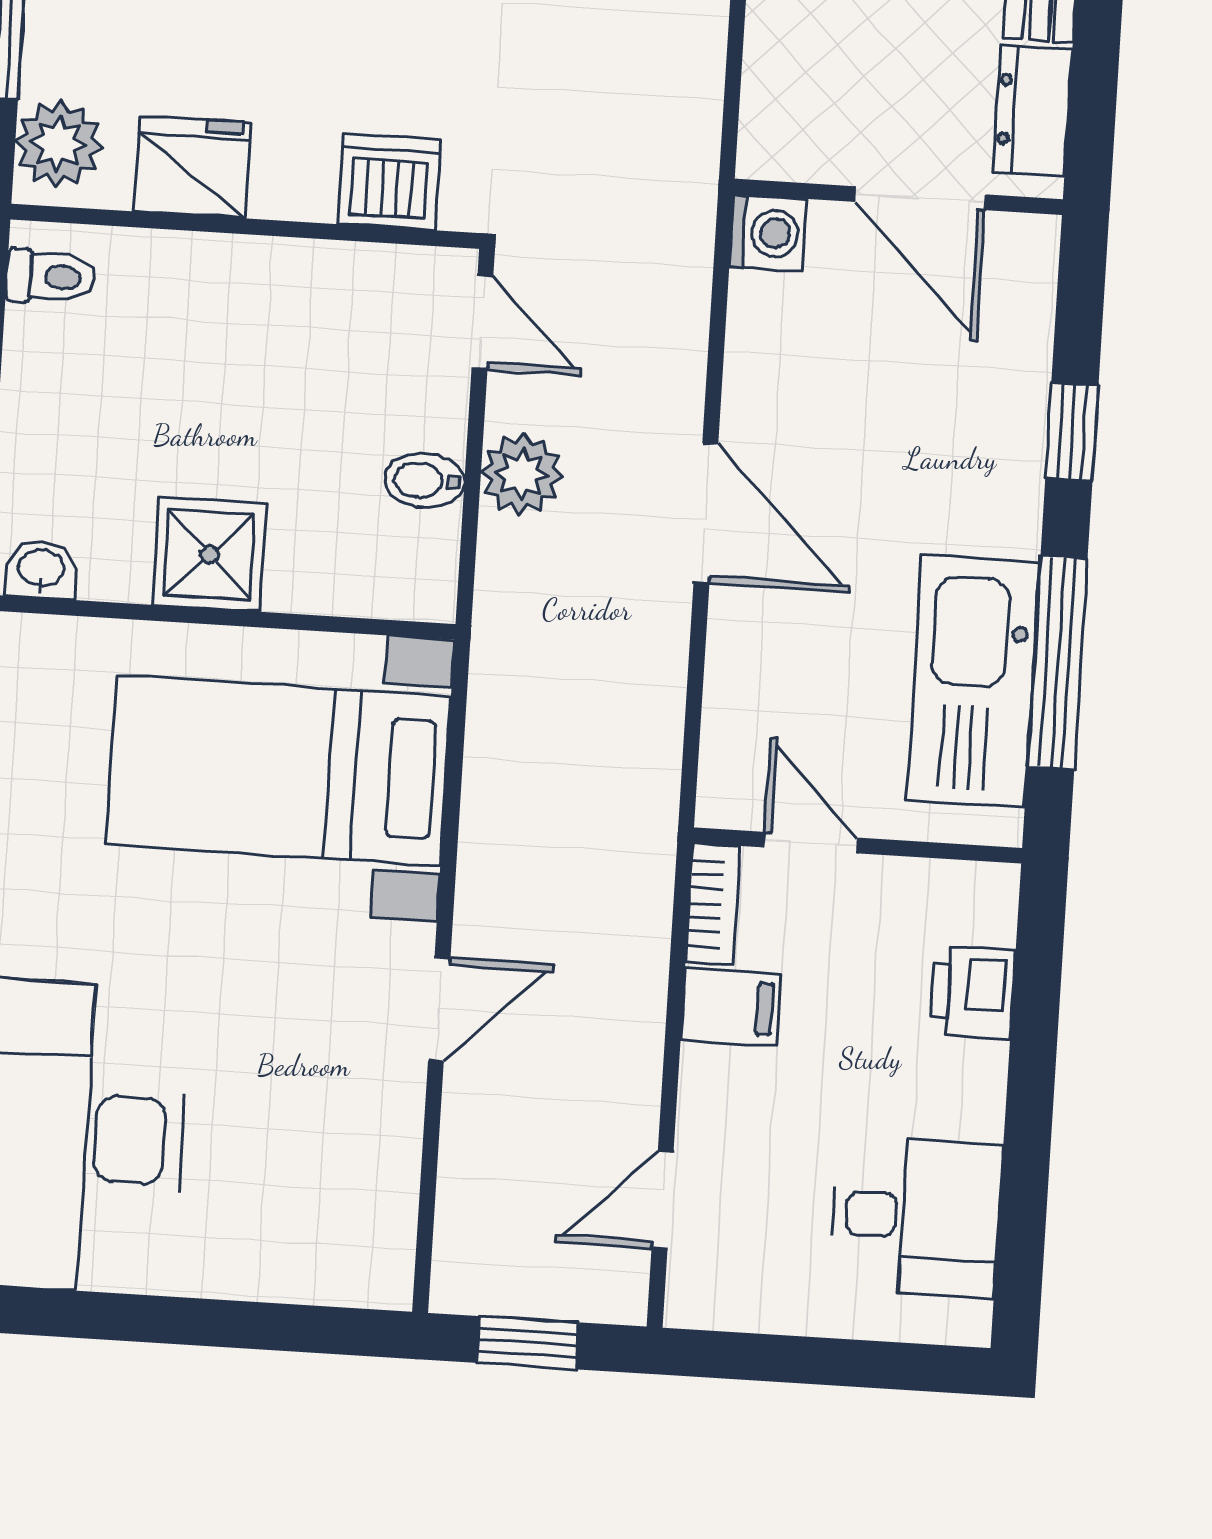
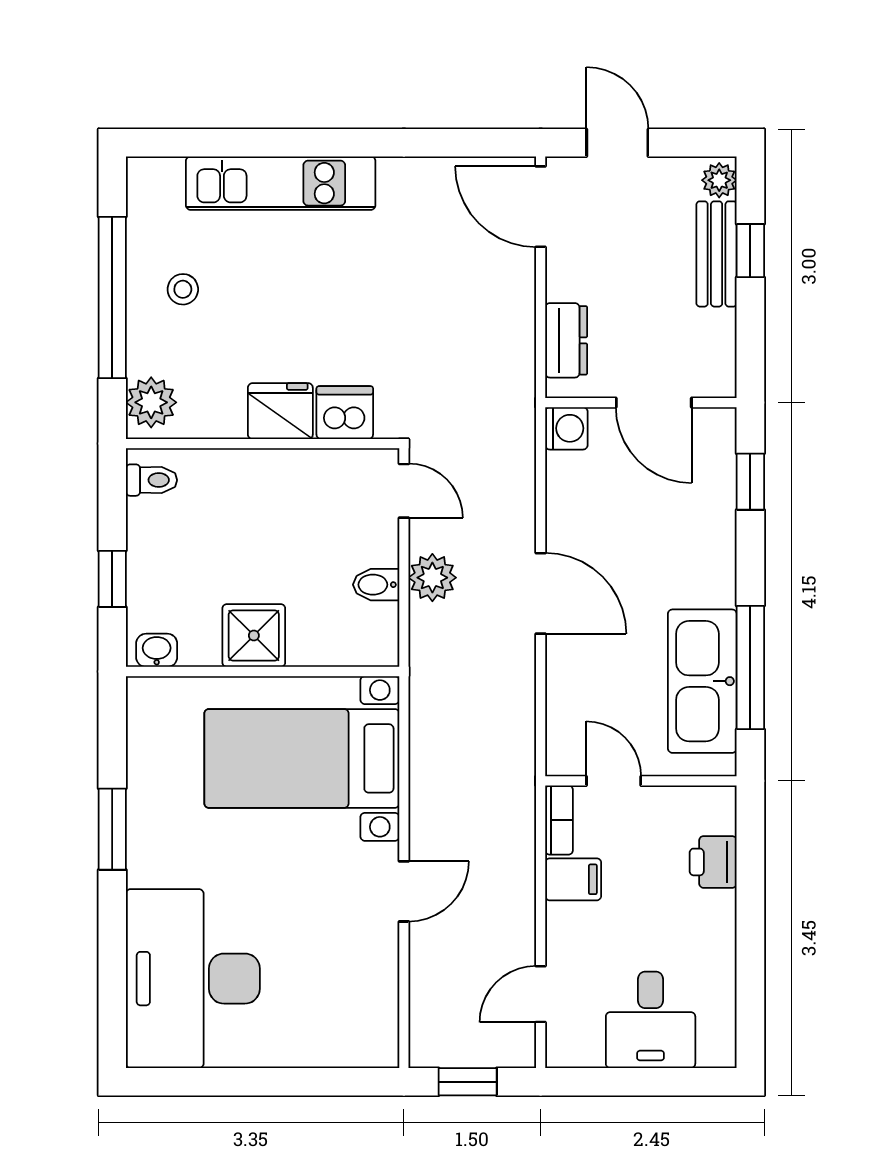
dresser: (1033, 110) -> (566, 340), moved, turned 180
fridge: (193, 167) -> (280, 411), moved
window: (1072, 432) -> (750, 482), moved
desk: (916, 1217) -> (651, 1020), moved, turned 90

